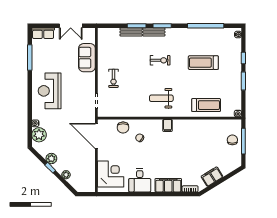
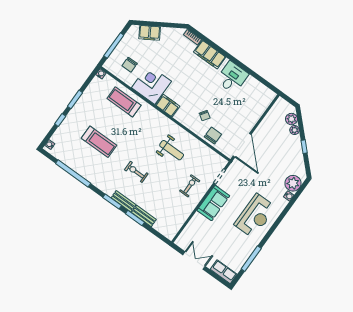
sofa: (87, 58) -> (213, 203), moved
weight bench: (161, 98) -> (172, 150), moved
filing cabinet: (168, 125) -> (168, 106), width x2.00
chair: (232, 140) -> (130, 65), moved
plant: (51, 159) -> (292, 119), moved
corner desk: (111, 174) -> (151, 84), moved, turned 90
filing cabinet: (212, 177) -> (150, 33), moved

